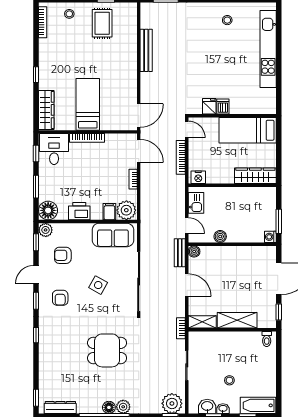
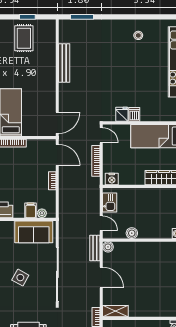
plant: (126, 210) -> (42, 213), width x0.53, depth x0.53
shelving: (237, 320) -> (147, 310), removed

